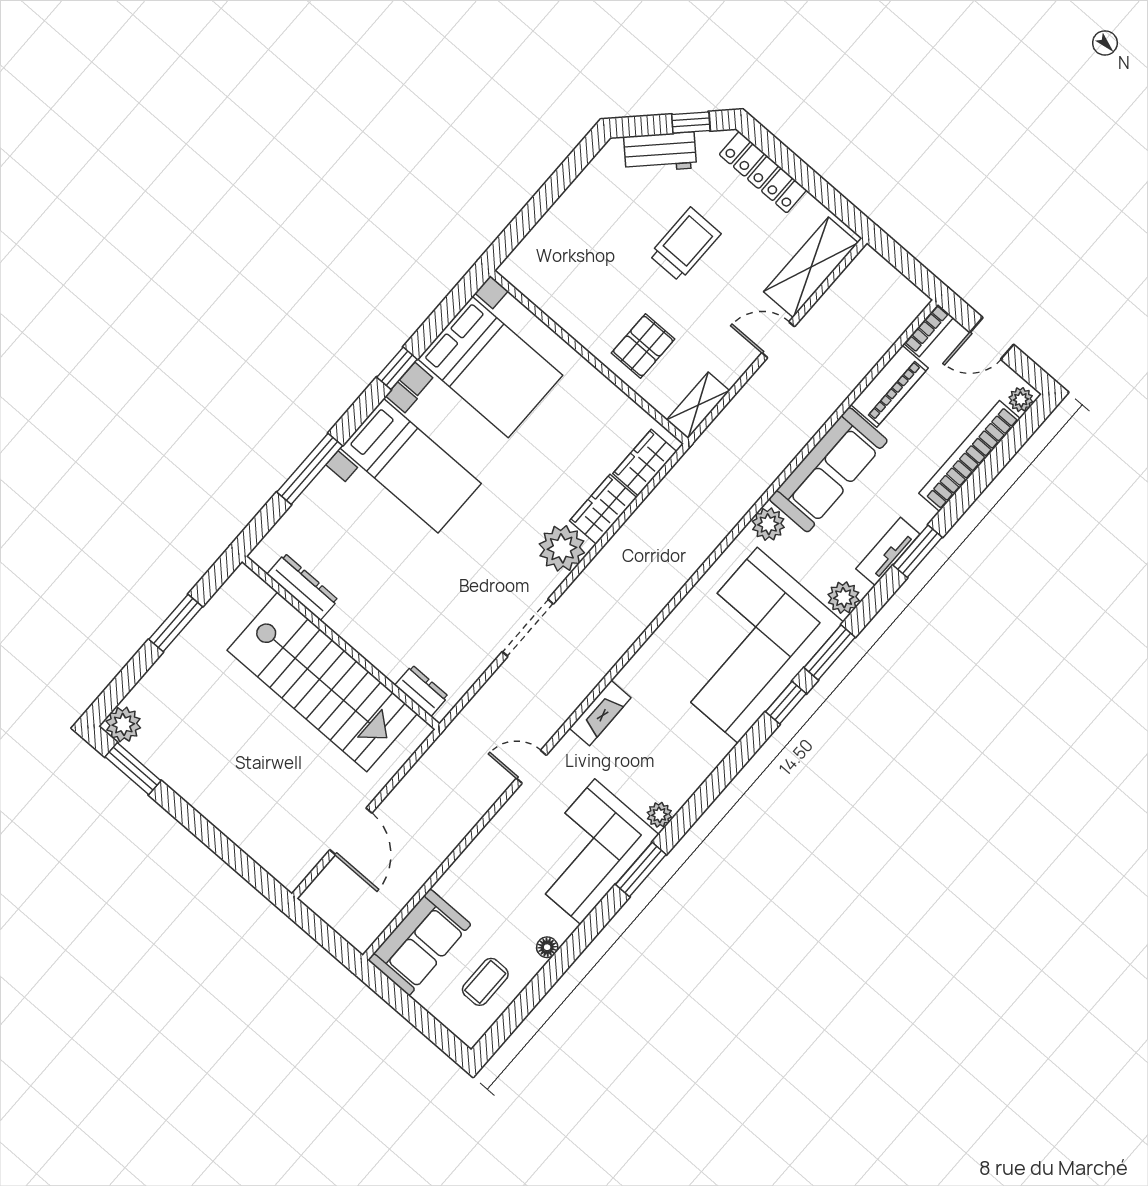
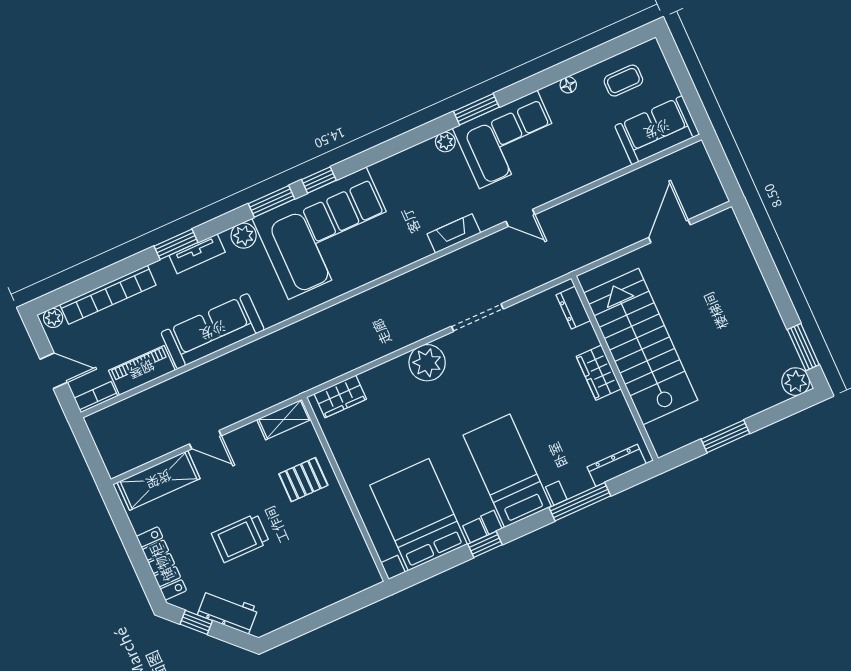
wardrobe: (603, 509) -> (599, 373), moved, turned 90
plant: (768, 524) -> (273, 312), removed
dresser: (303, 587) -> (617, 465), moved, turned 90

